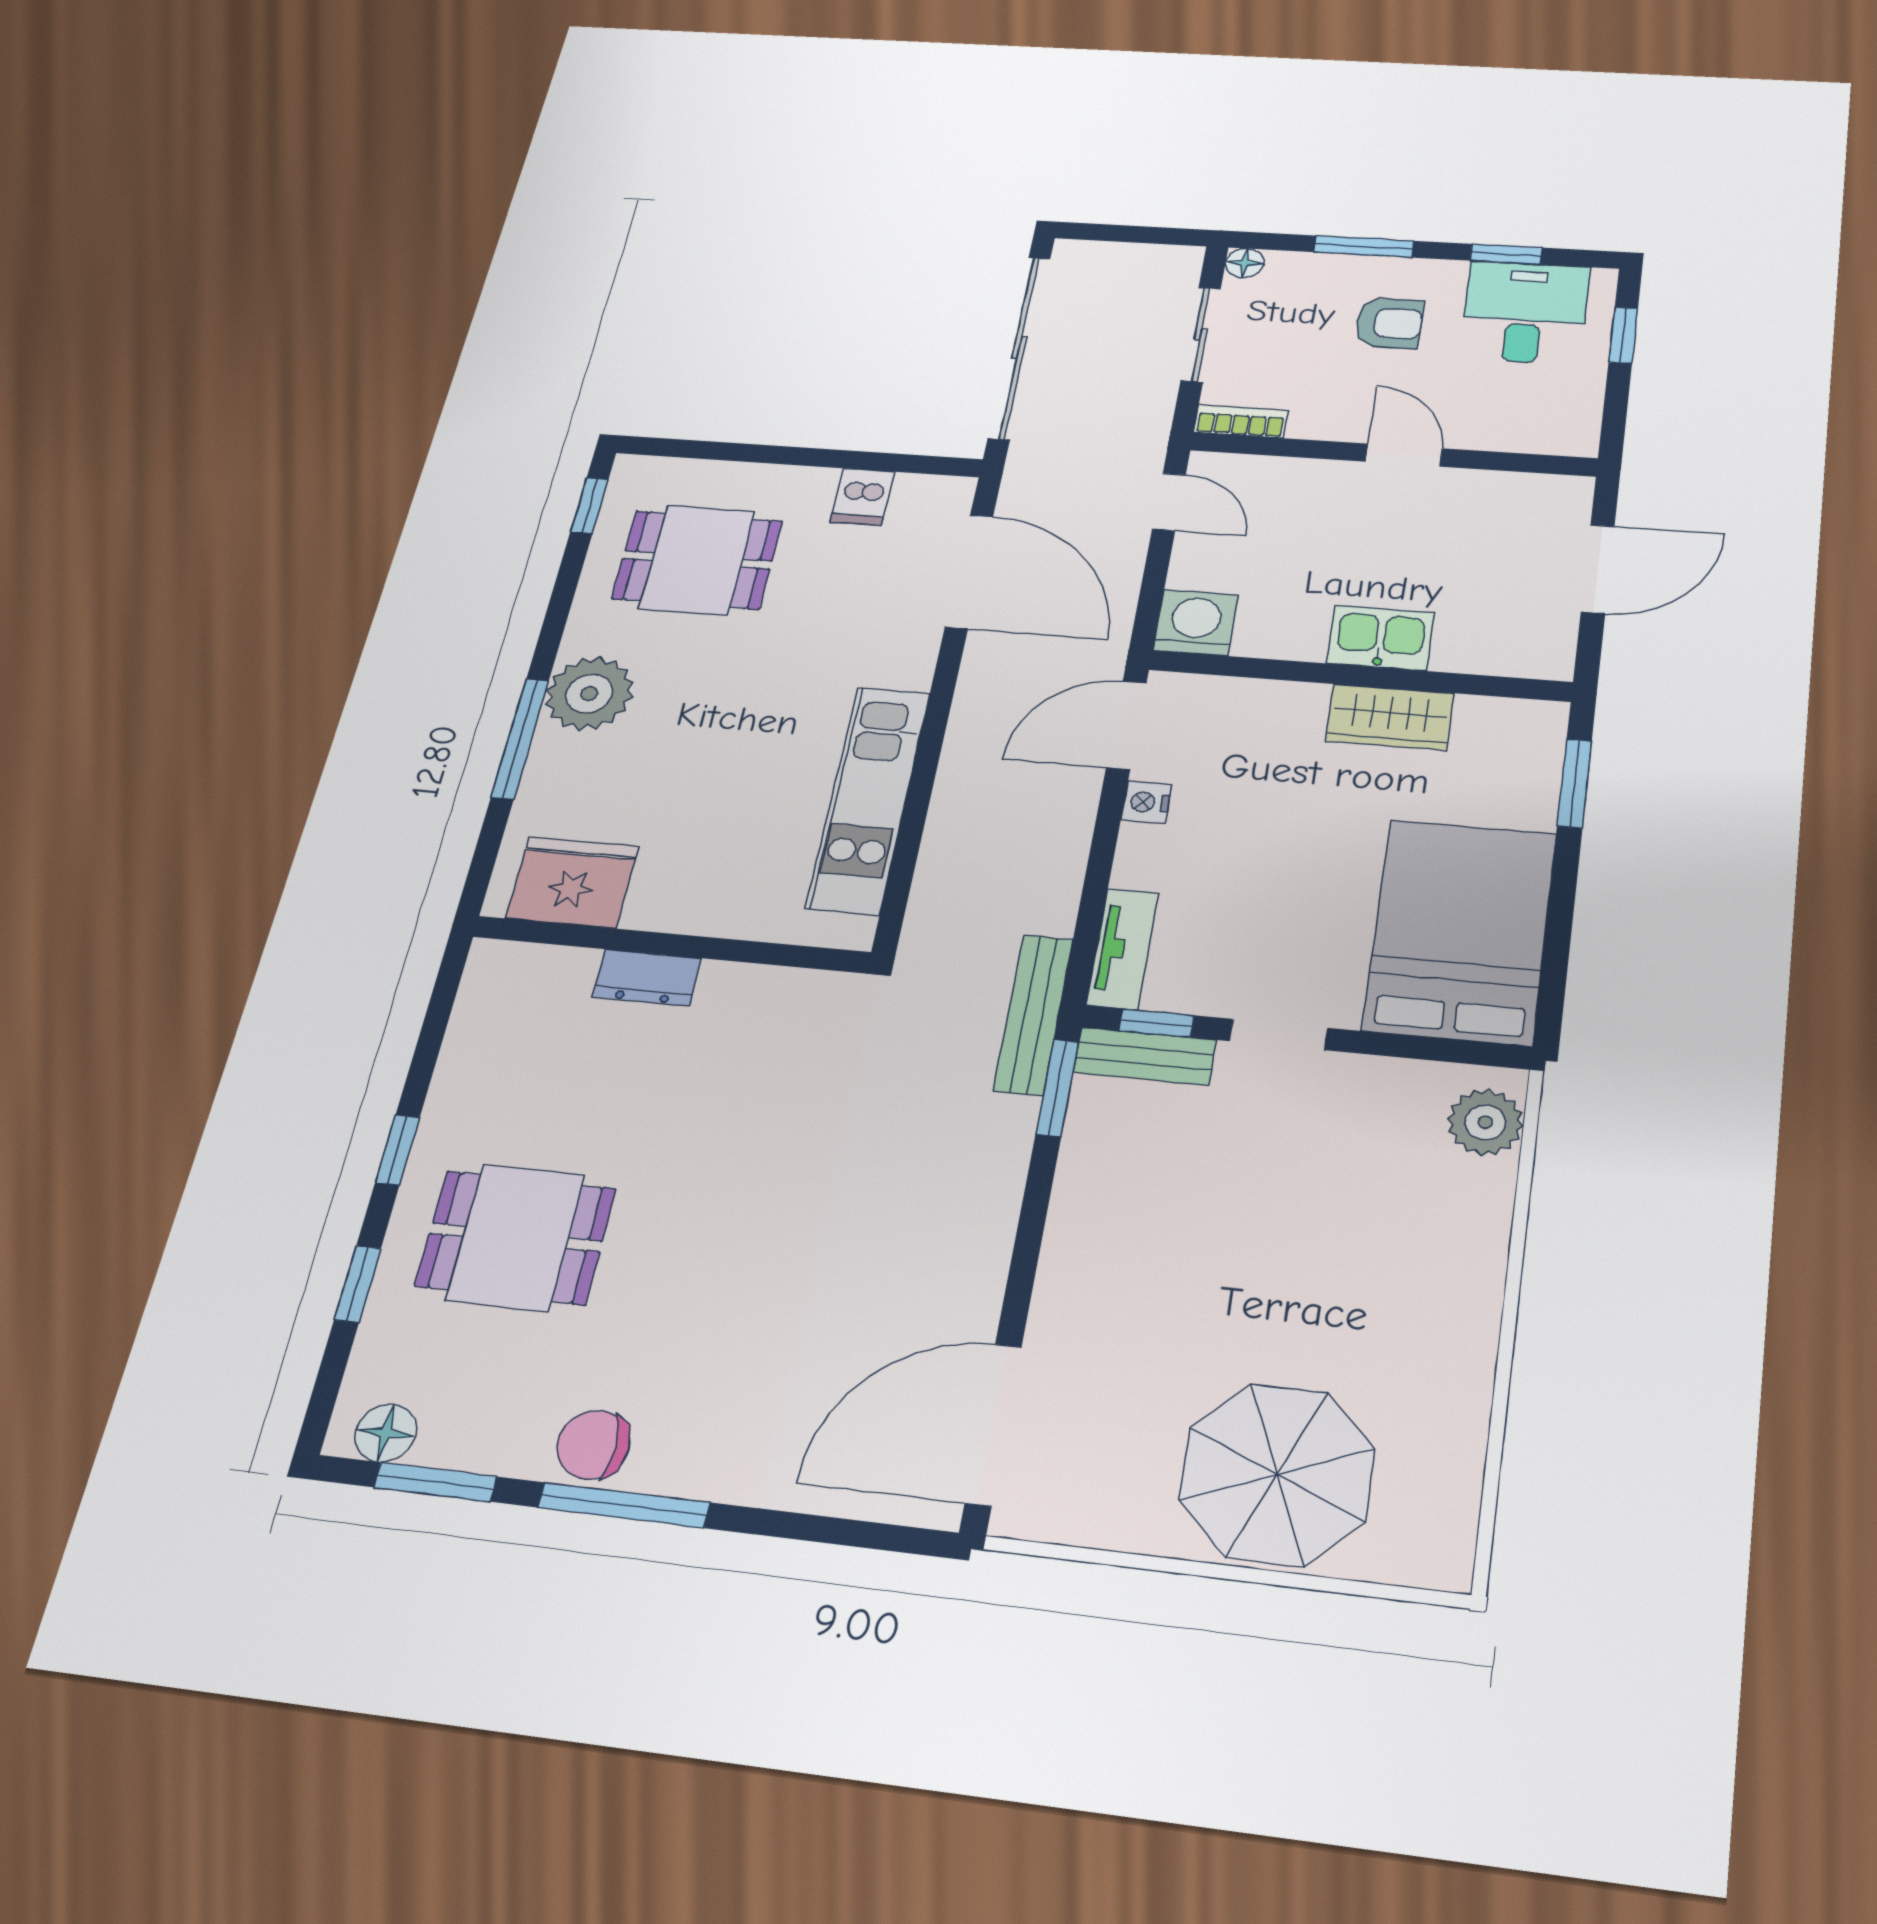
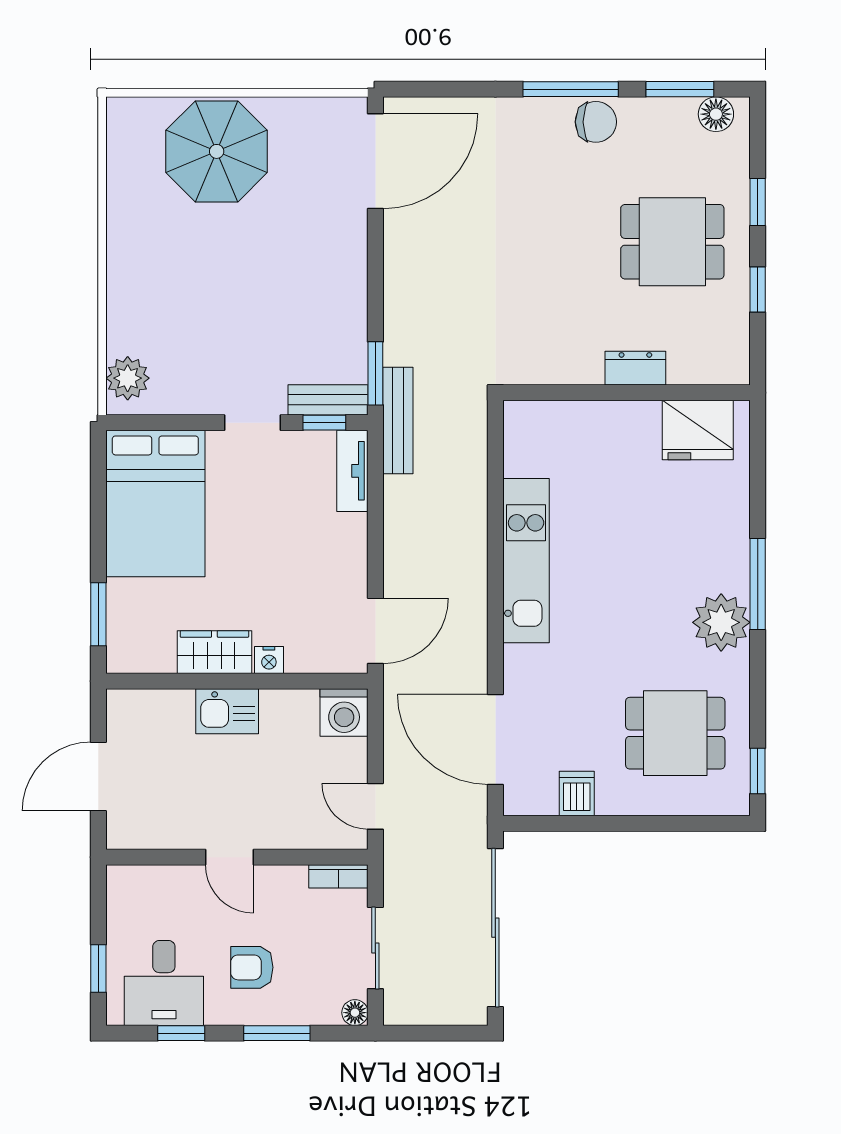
nightstand: (1146, 802) -> (269, 660), moved, turned 90
fridge: (572, 882) -> (698, 430), moved
wall: (670, 944) -> (626, 393), moved
dresser: (647, 978) -> (635, 368), moved

